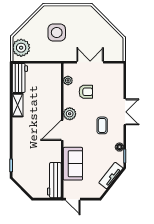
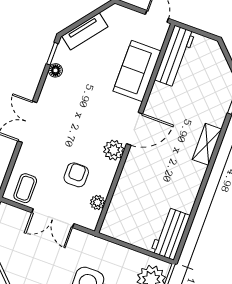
armchair: (86, 92) -> (76, 175), turned 90
shelving: (18, 105) -> (207, 144), moved
coffee table: (102, 125) -> (25, 188), moved

